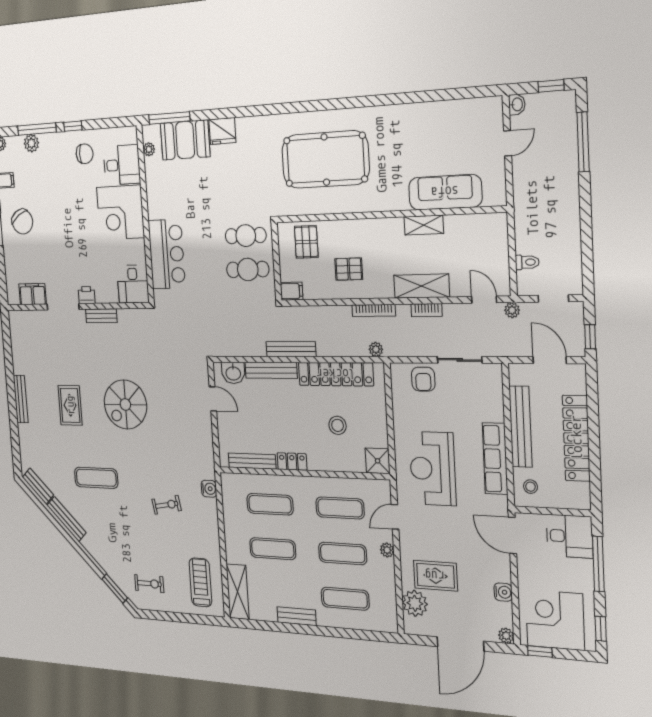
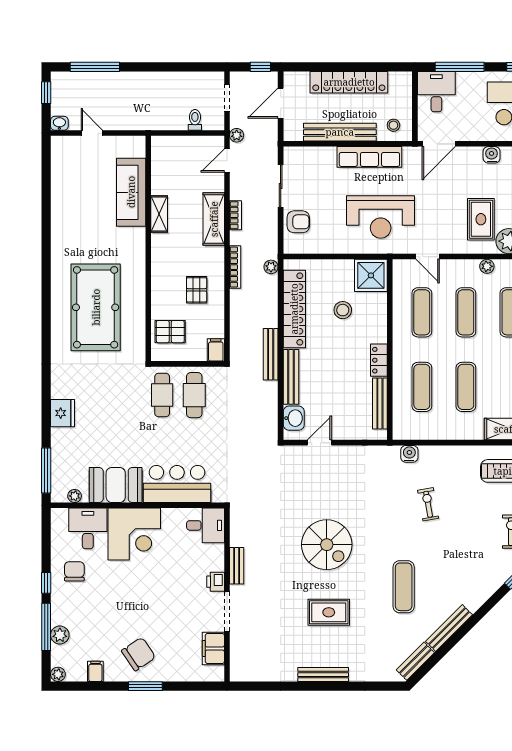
booth: (185, 140) -> (116, 485), moved, turned 90
shower: (378, 461) -> (371, 275), width x1.36, depth x1.36
plant: (387, 550) -> (487, 266), moved

